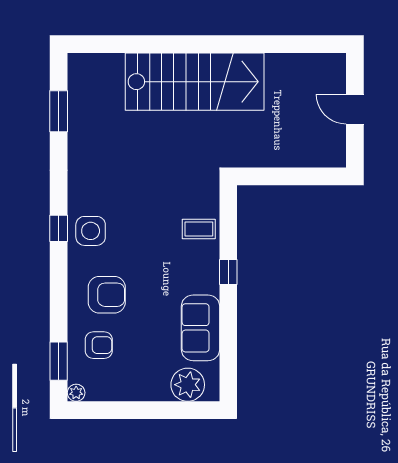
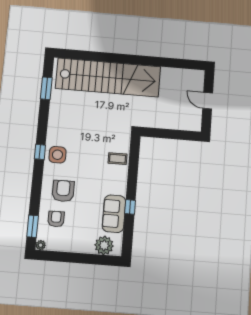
stairs: (195, 82) -> (108, 77), width x1.36
window: (228, 272) -> (130, 207), moved
armchair: (107, 295) -> (63, 191), turned -90
armchair: (99, 345) -> (56, 219), turned -90

